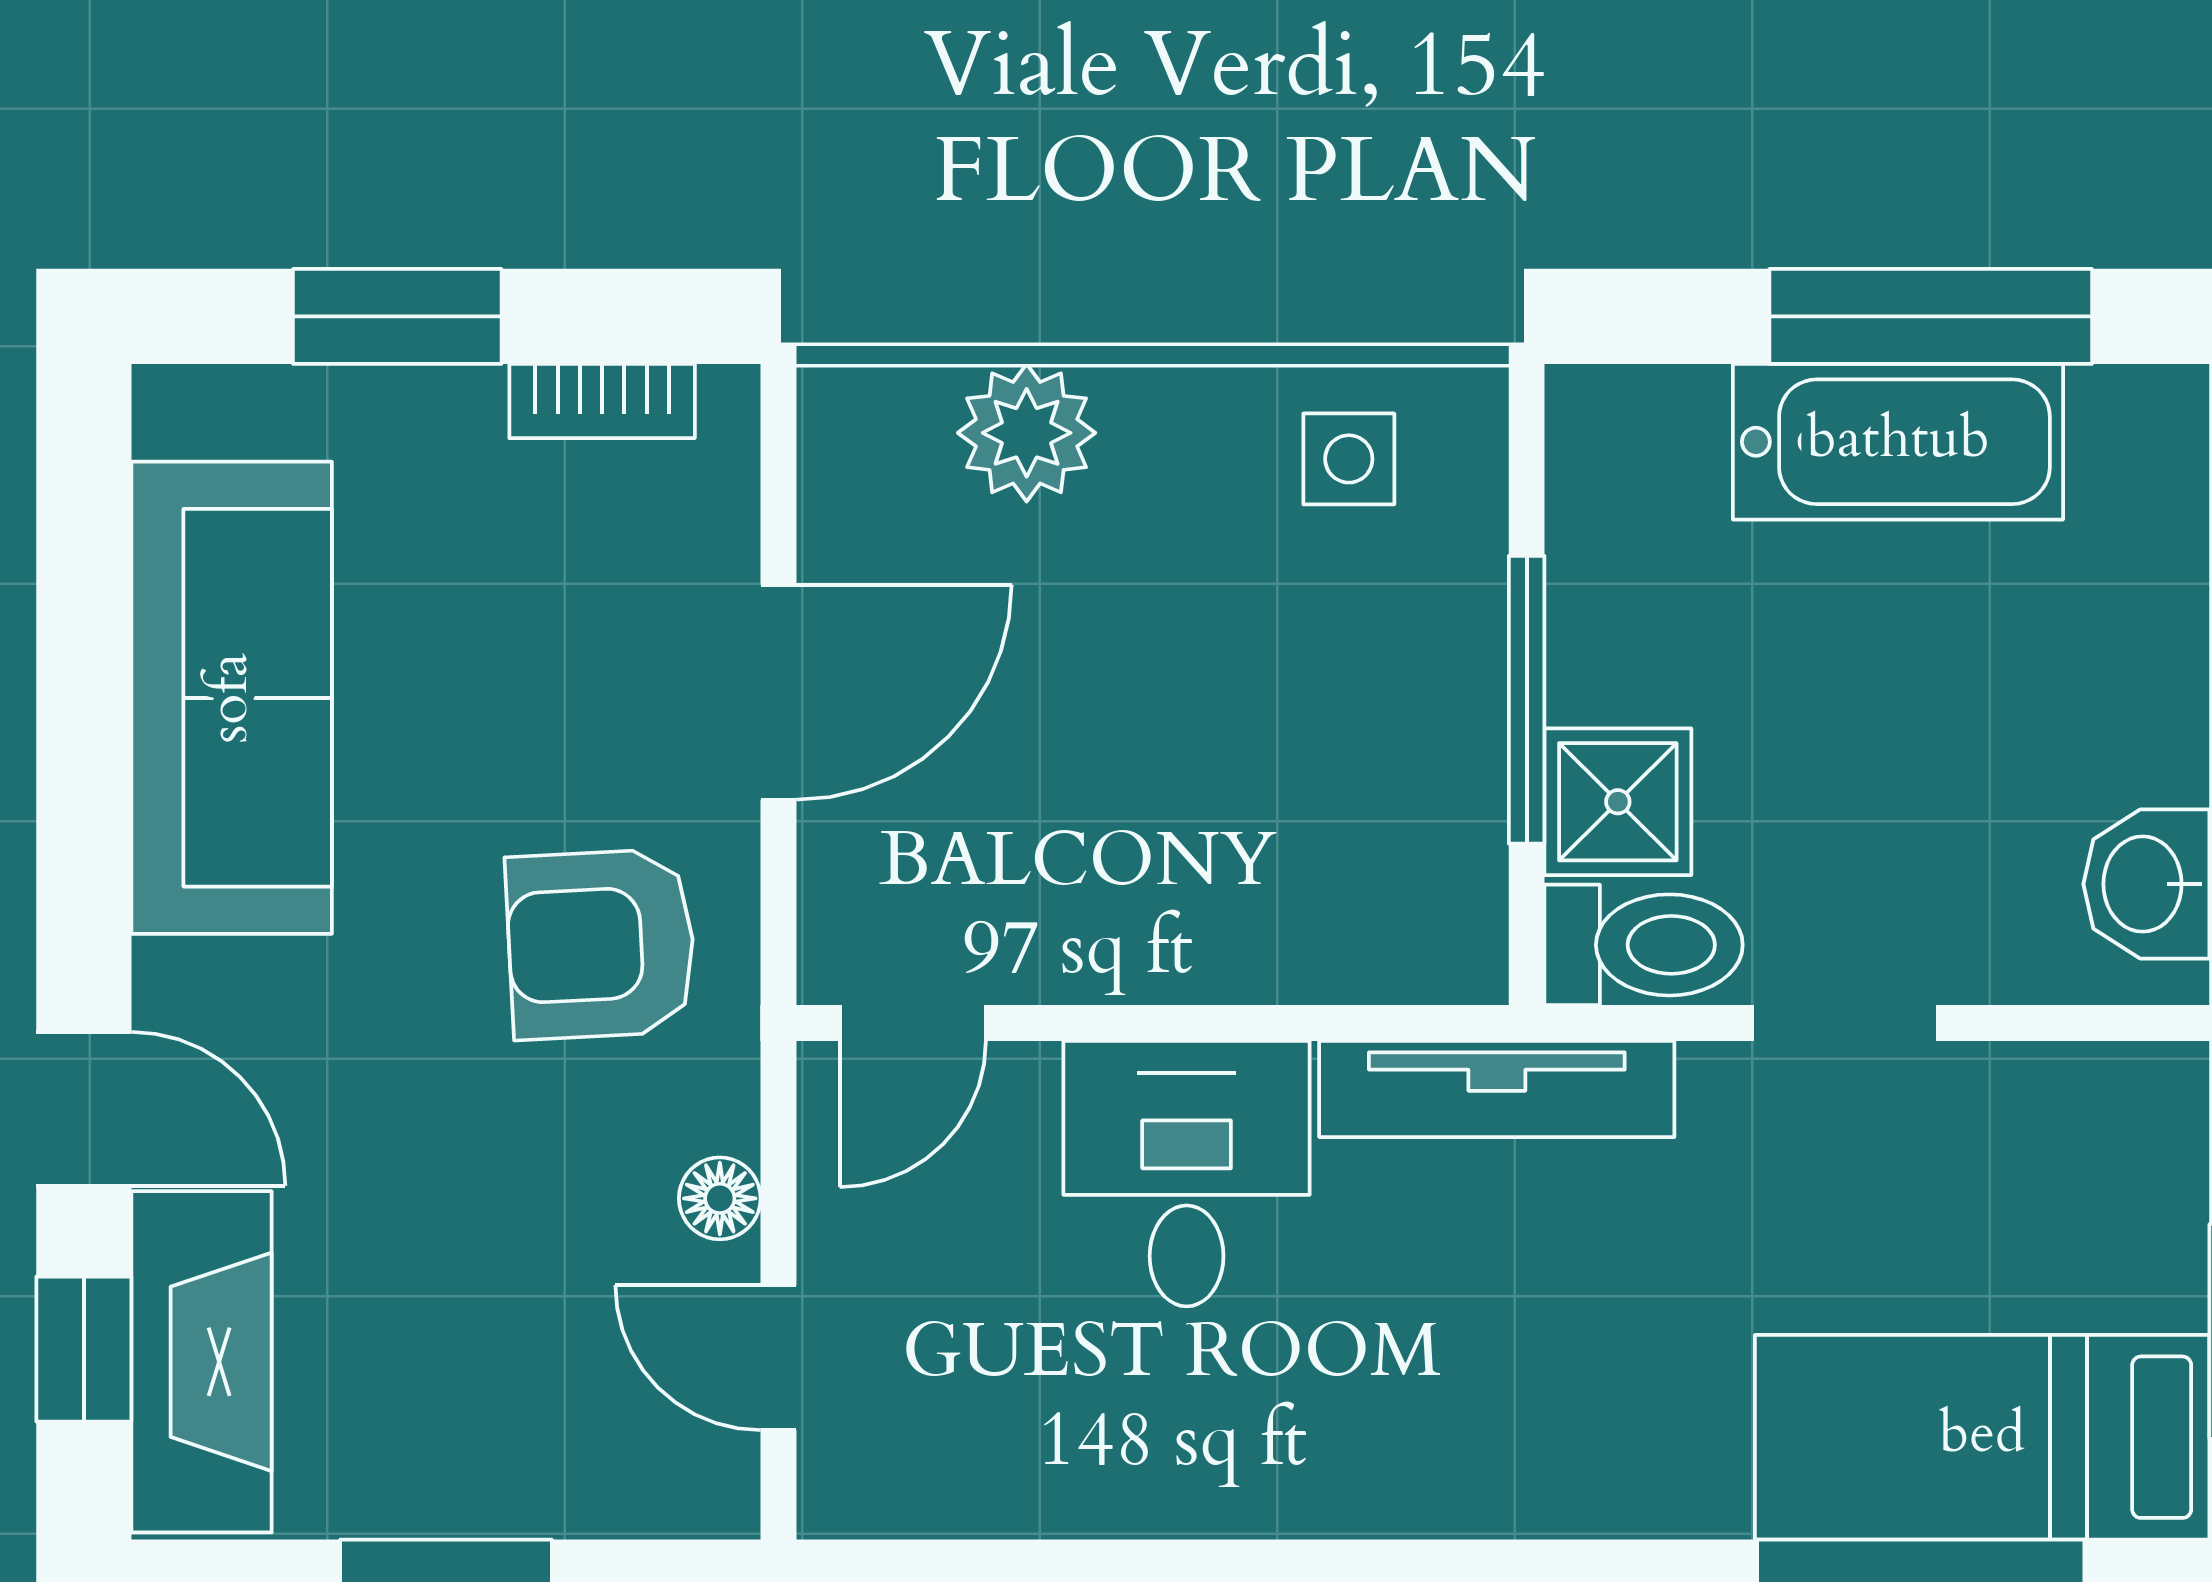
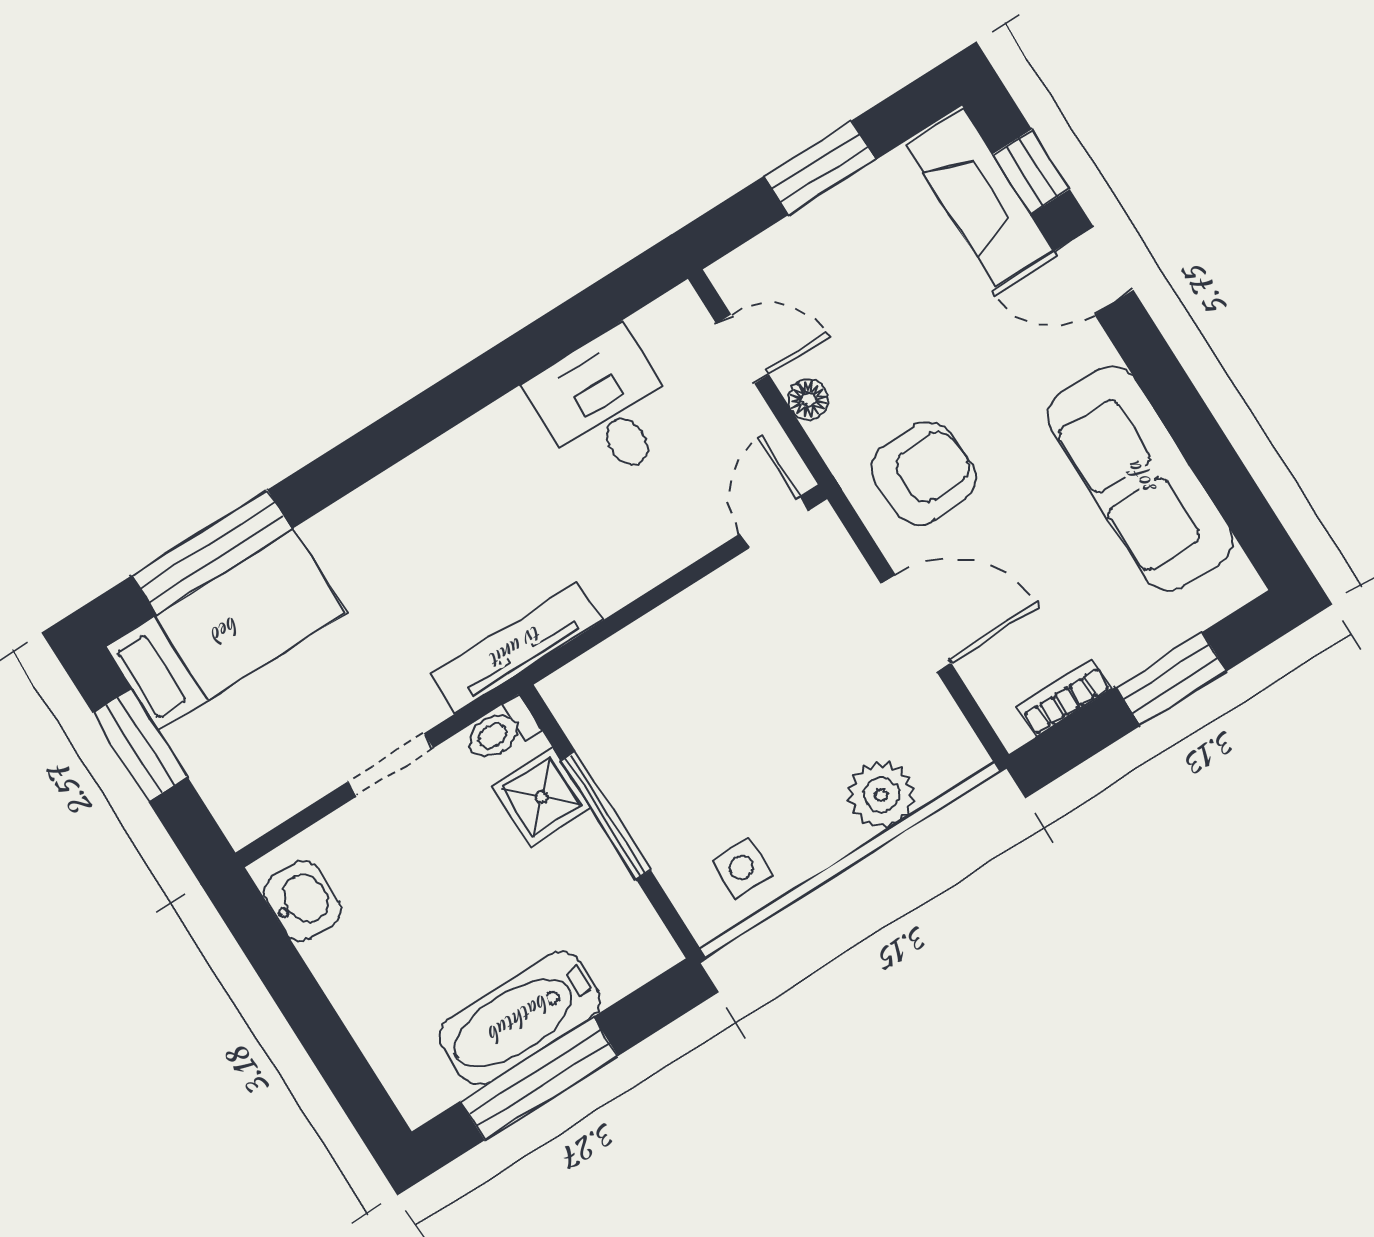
door: (778, 692) -> (916, 623), swing flipped
toilet: (1644, 945) -> (501, 731), width x0.73, depth x0.72
desk: (1187, 1174) -> (605, 408), moved, turned 180

